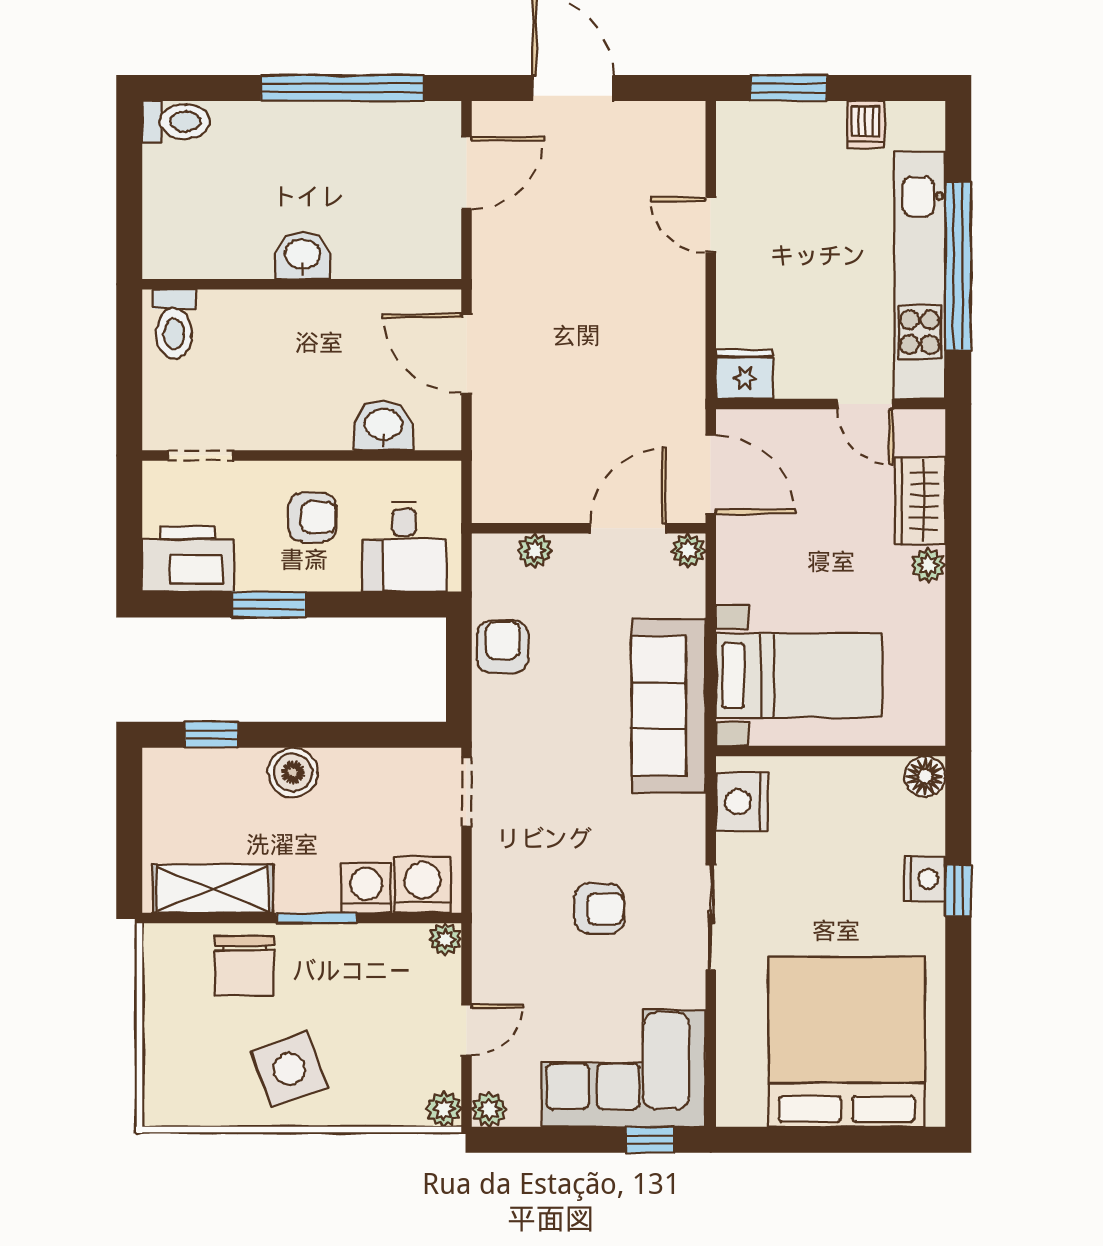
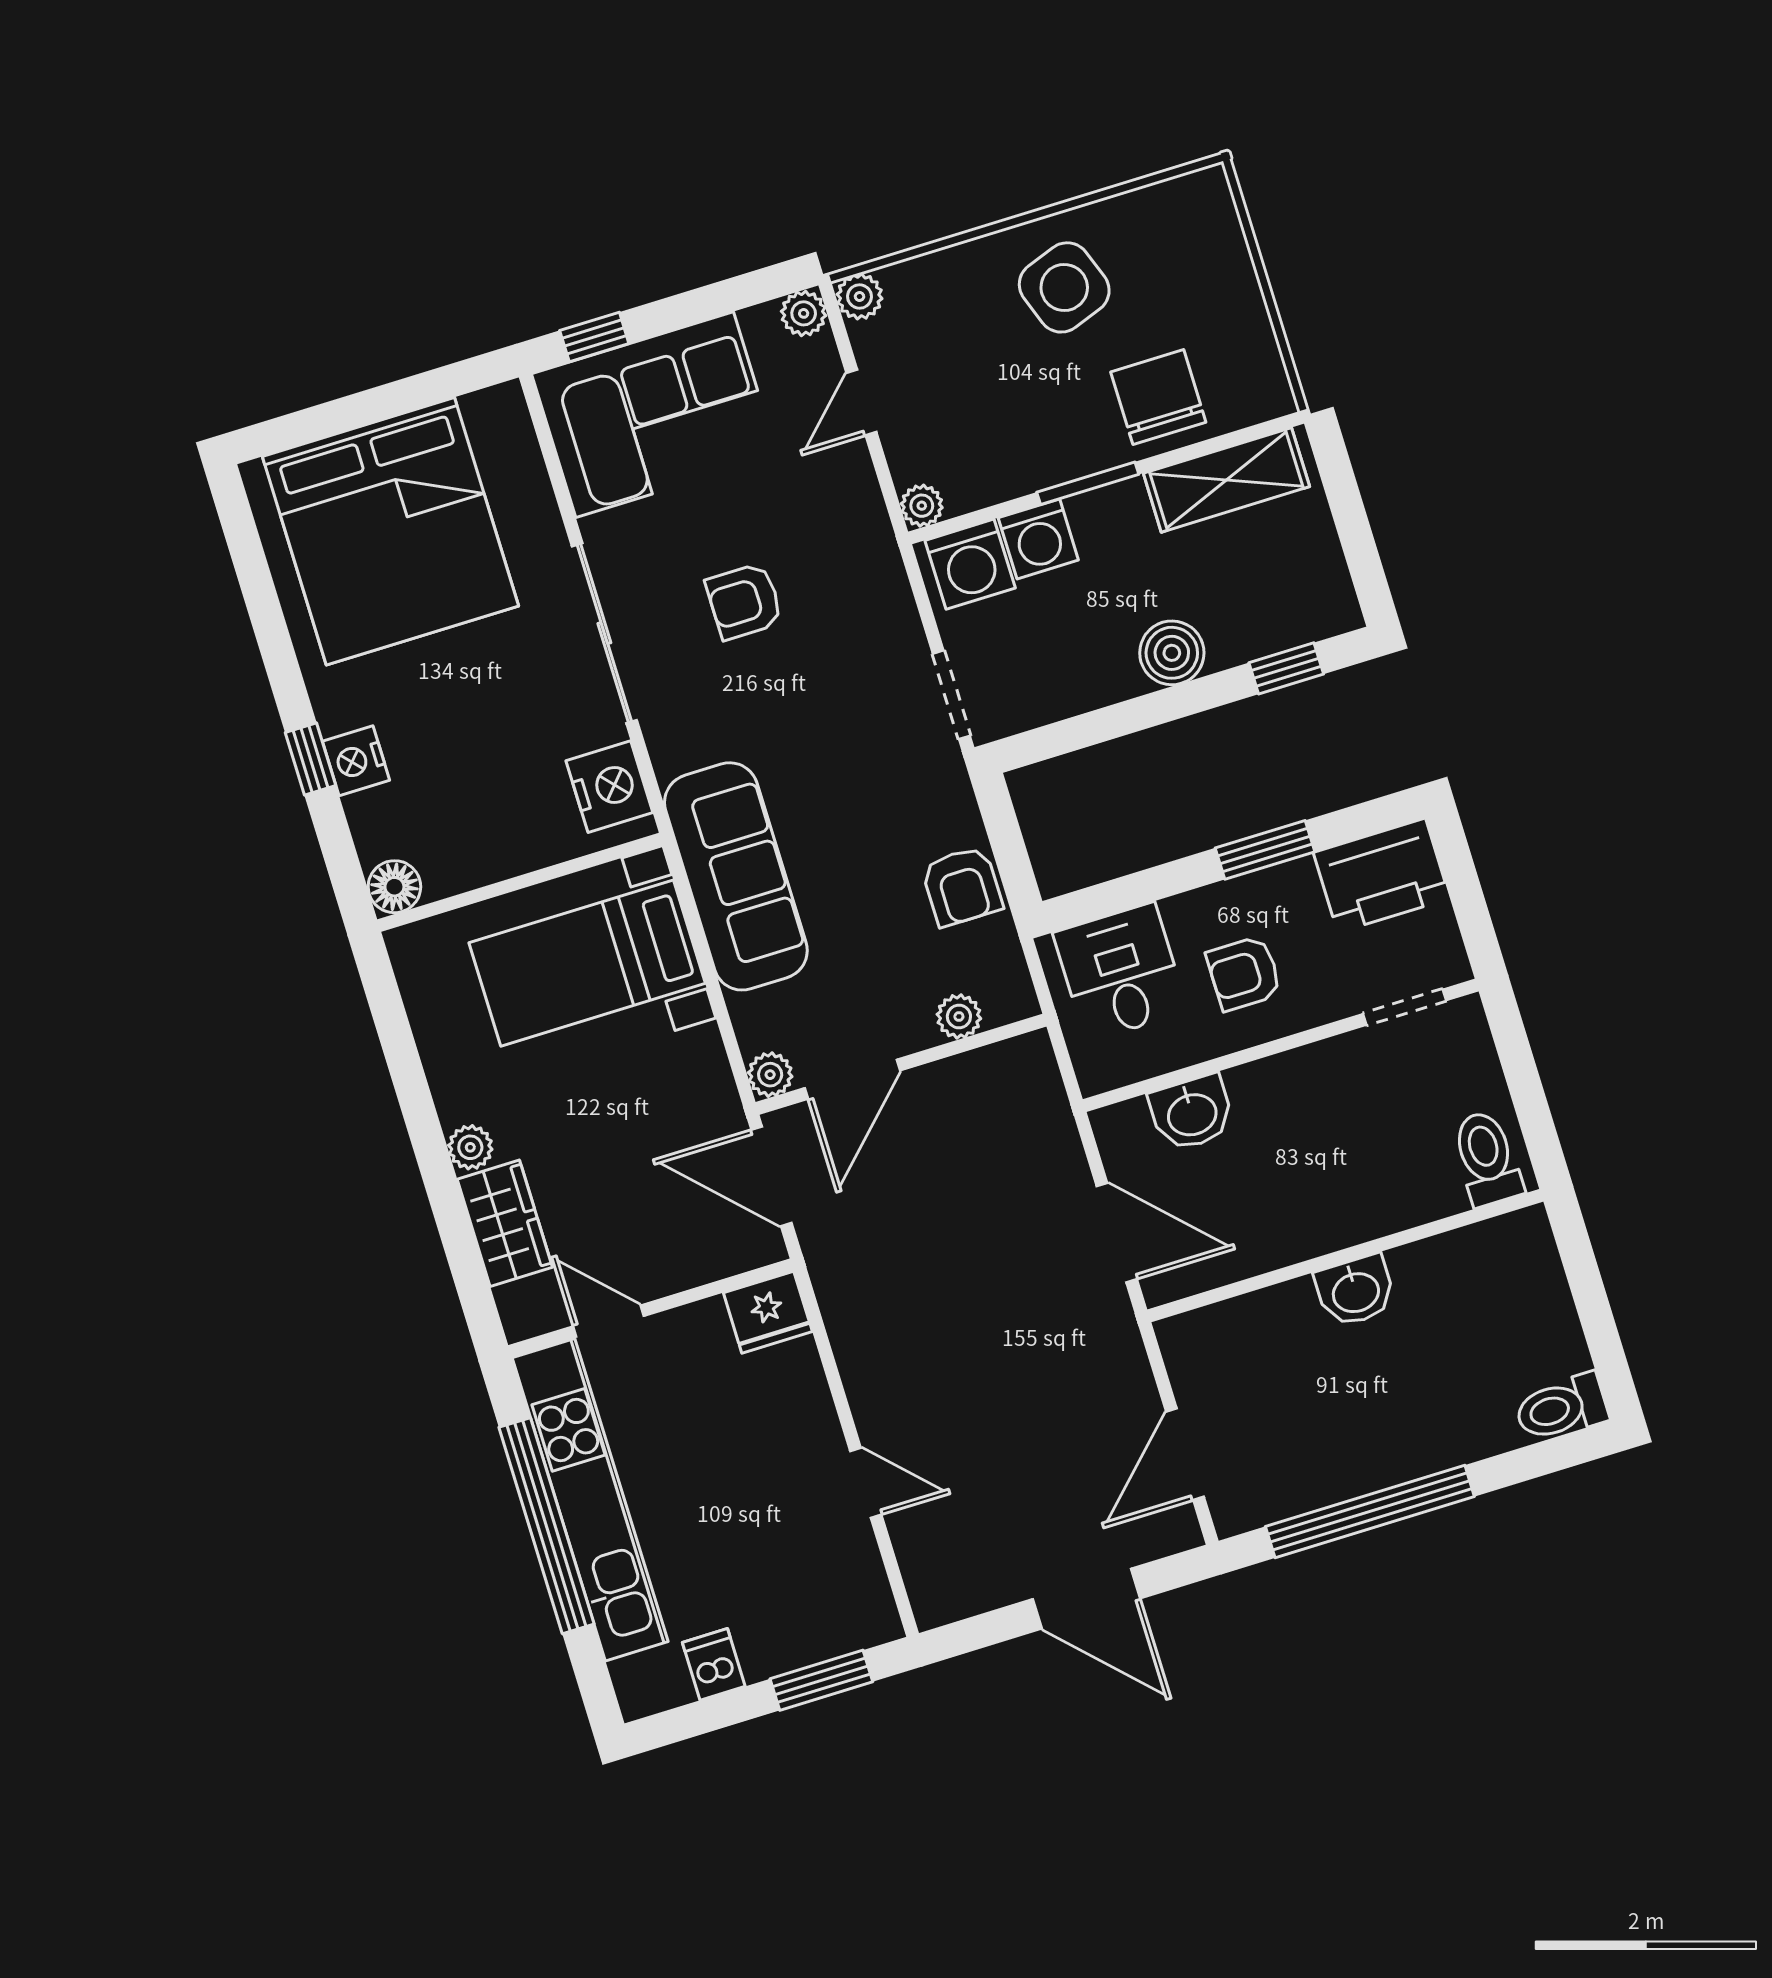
sliding door: (711, 917) -> (604, 633), width x1.37

